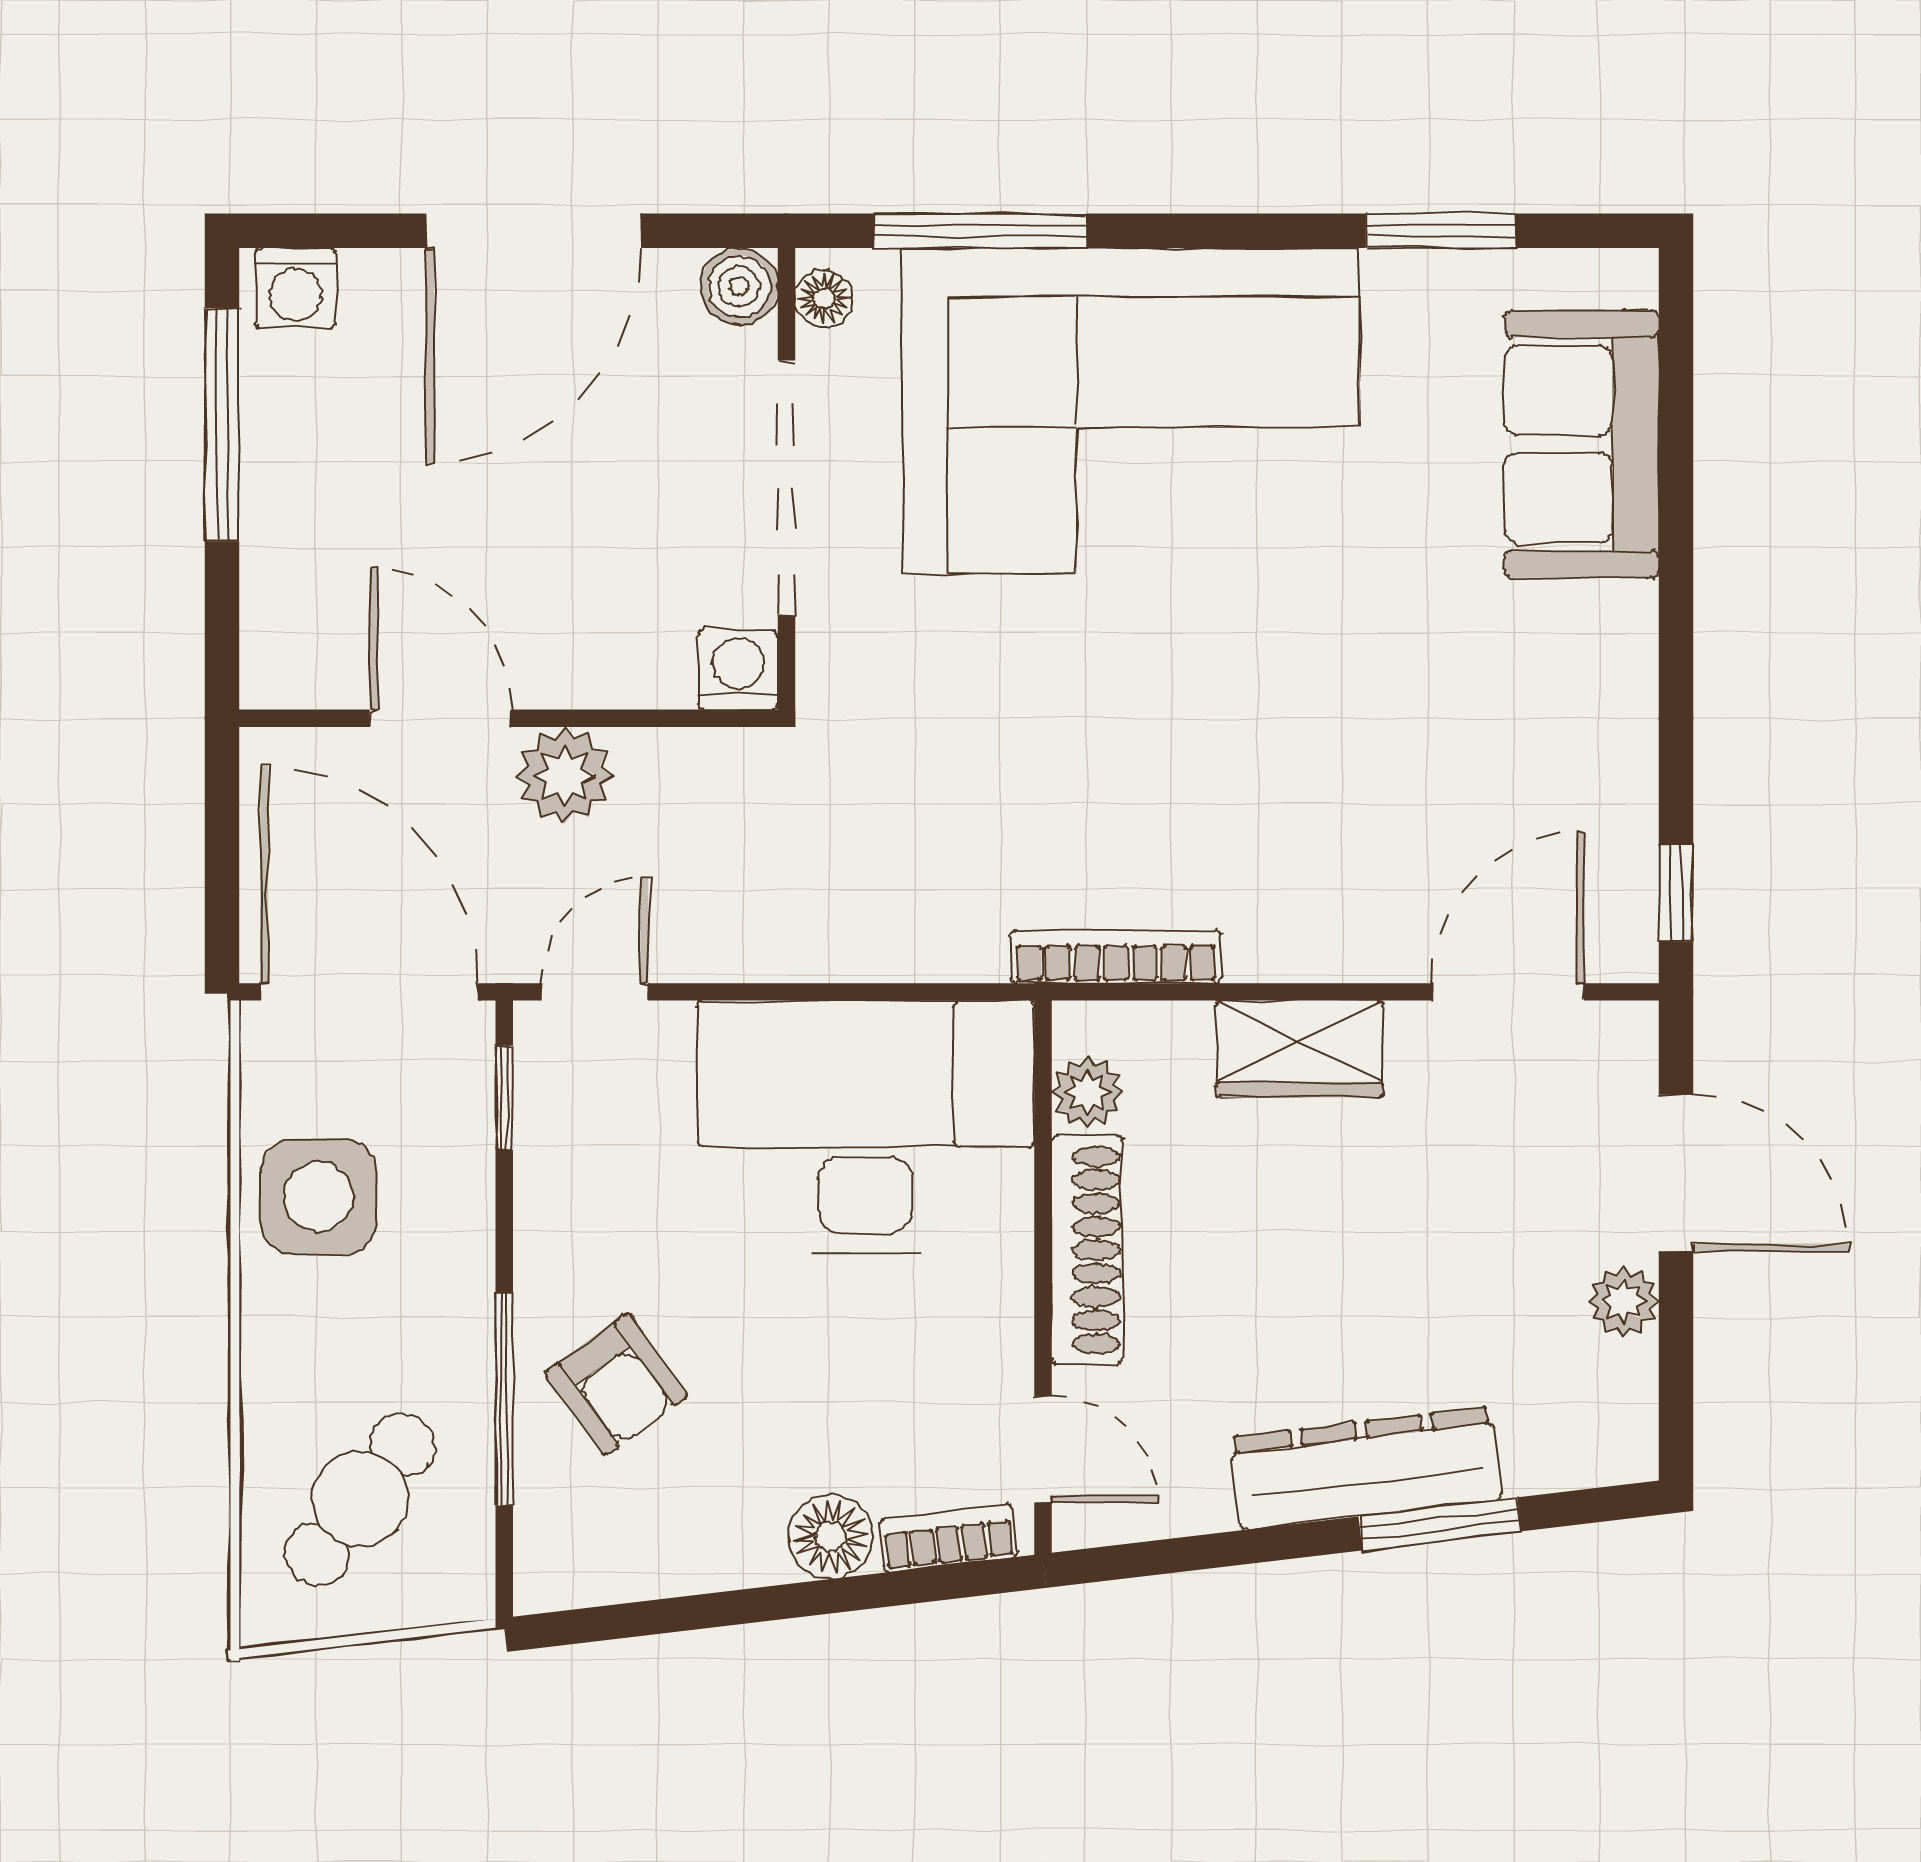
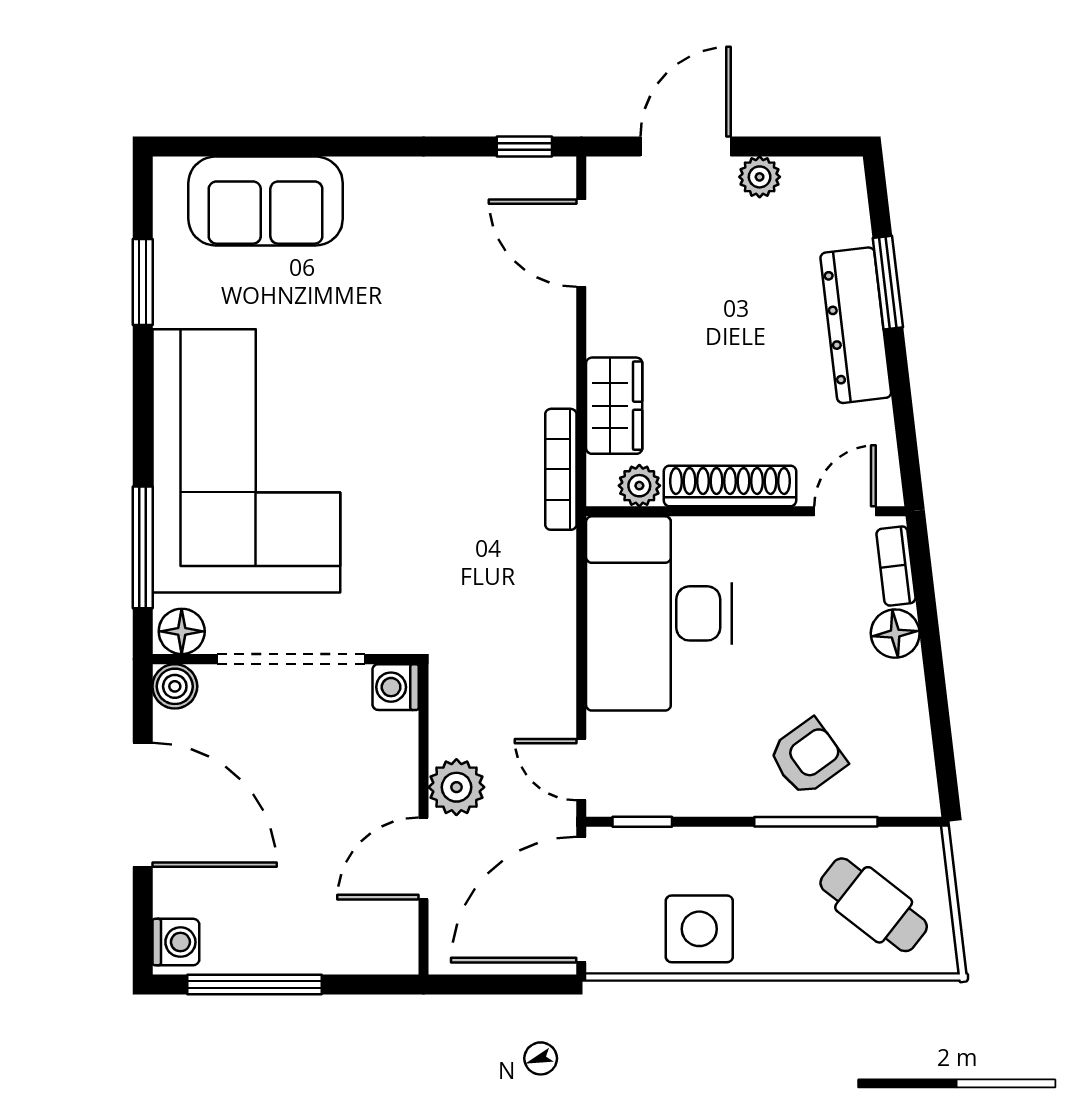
floor lamp: (824, 299) -> (182, 631), width x1.37, depth x1.37
wardrobe: (1300, 1049) -> (614, 406), moved

